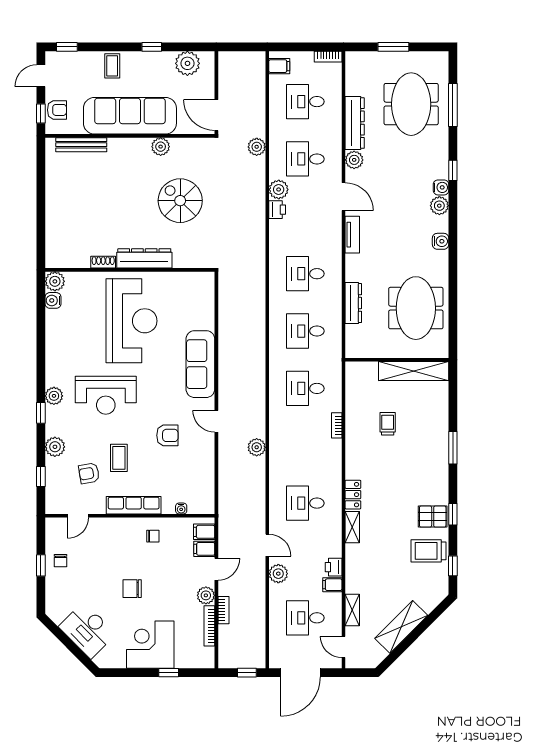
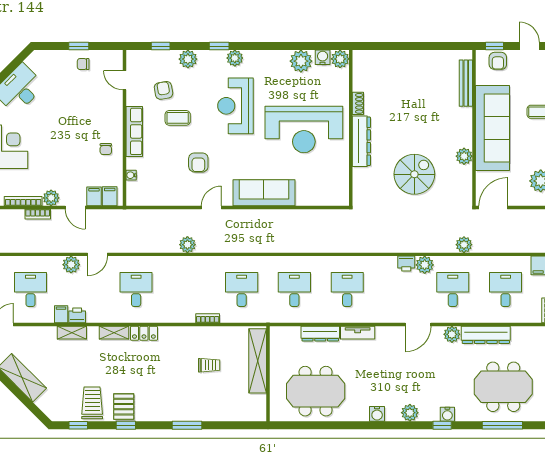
water cooler: (441, 187) -> (447, 414), moved
tv unit: (352, 235) -> (358, 333), moved
plant: (57, 324) -> (301, 61), added
shelving: (414, 371) -> (258, 361), moved
chair: (132, 589) -> (57, 130), removed
shelving: (352, 610) -> (72, 333), moved

